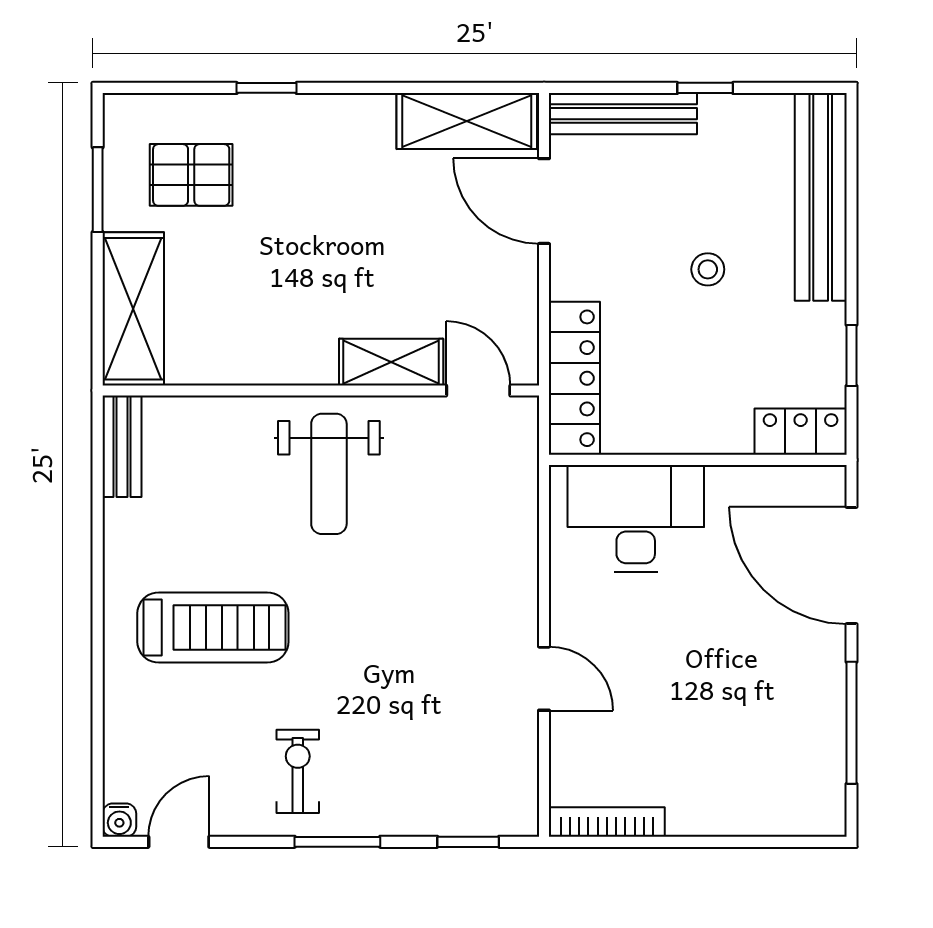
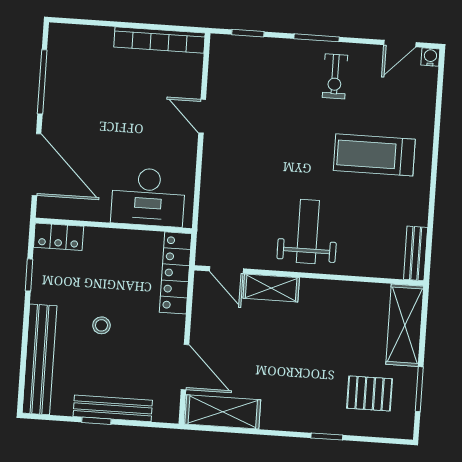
bench: (623, 114) -> (113, 408), moved
bookcase: (607, 822) -> (160, 40), width x1.48, depth x1.31

